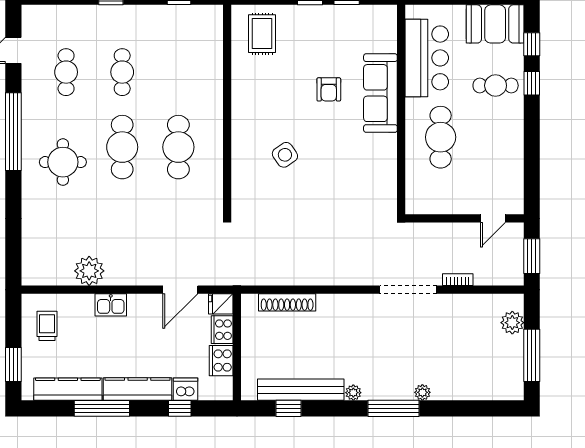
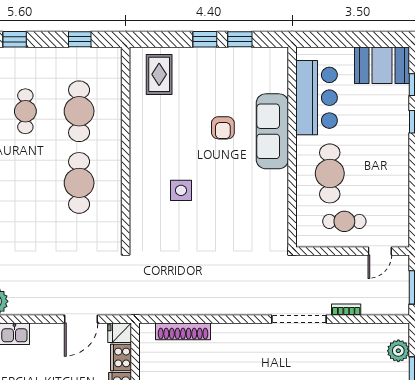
cafe table: (496, 86) -> (344, 221), moved
cafe table: (122, 147) -> (79, 111), moved
side table: (285, 155) -> (181, 190), turned 35

